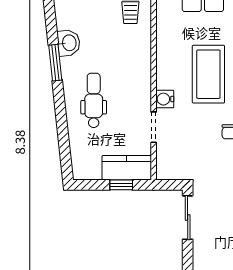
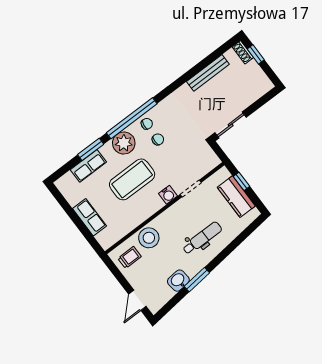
stool: (136, 46) -> (149, 238), added
dental chair: (94, 100) -> (202, 238), turned 180
kitchen counter: (127, 168) -> (236, 197), moved

